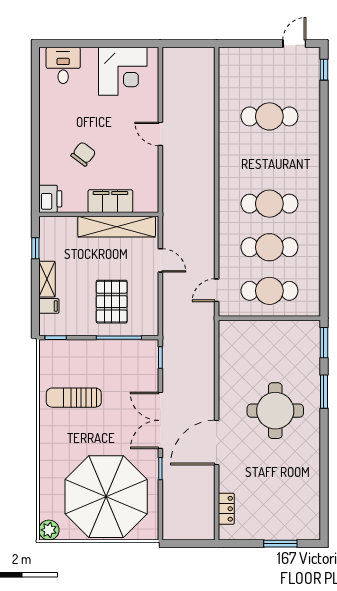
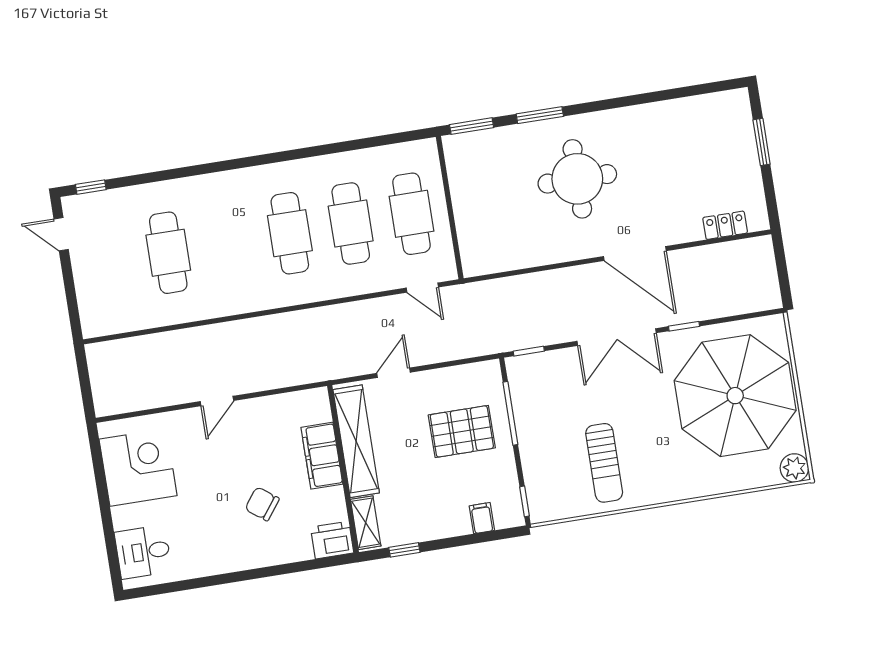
shelving: (47, 279) -> (366, 523), moved, turned 90

